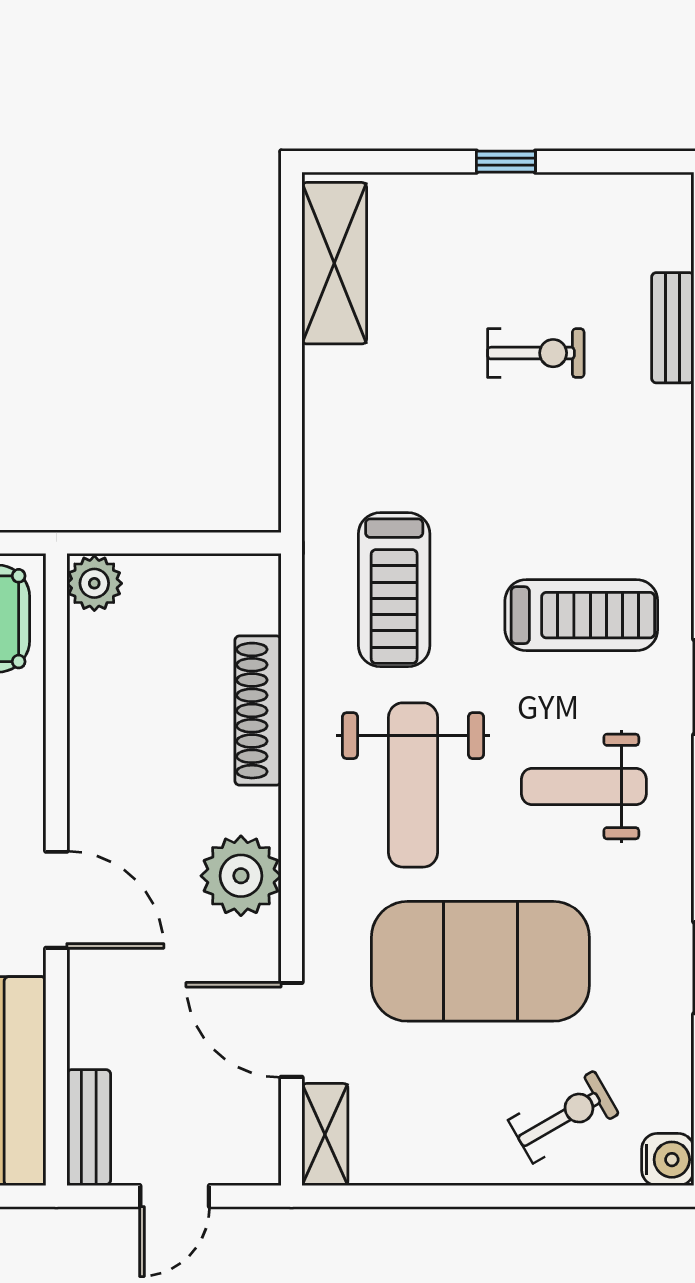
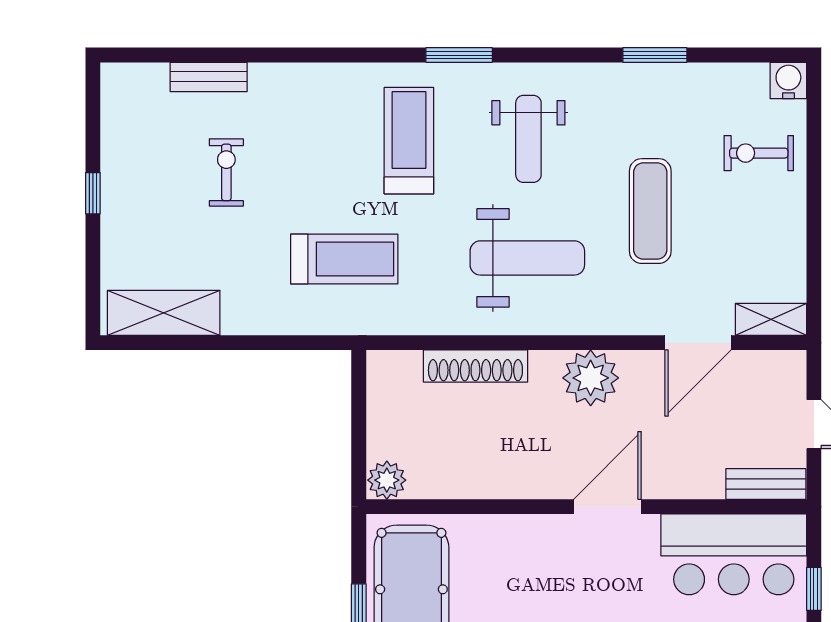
treadmill: (394, 590) -> (344, 259), moved
exercise mat: (480, 961) -> (650, 211), width x0.50, depth x0.69
exercise bike: (563, 1117) -> (759, 153), turned -60

